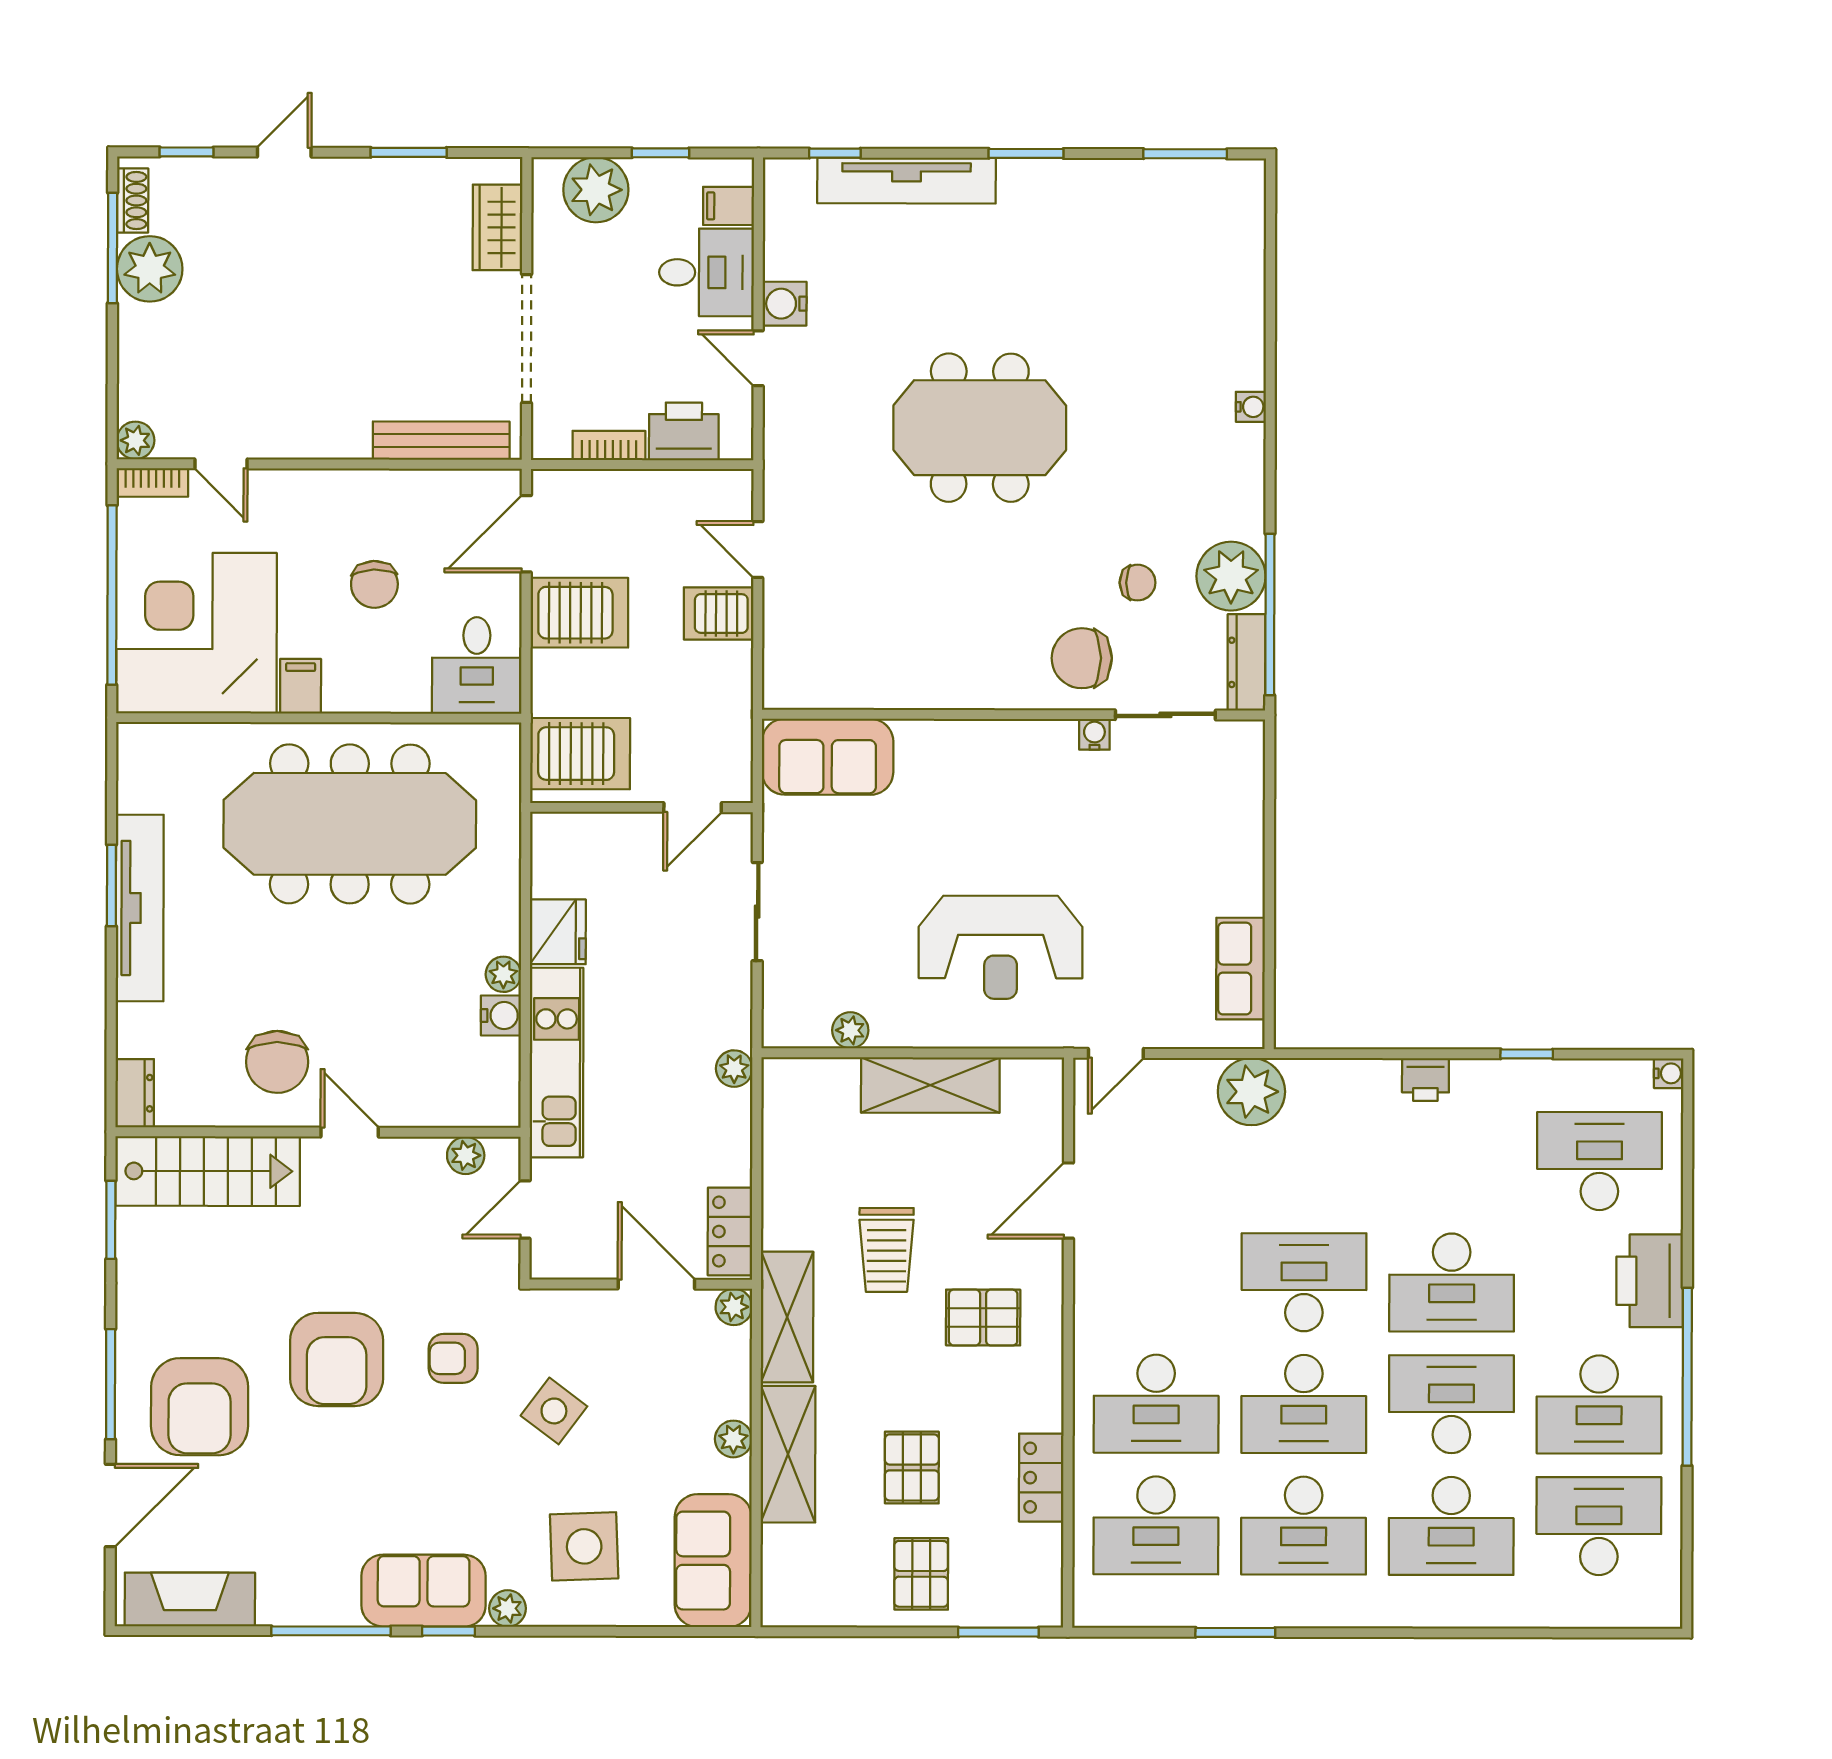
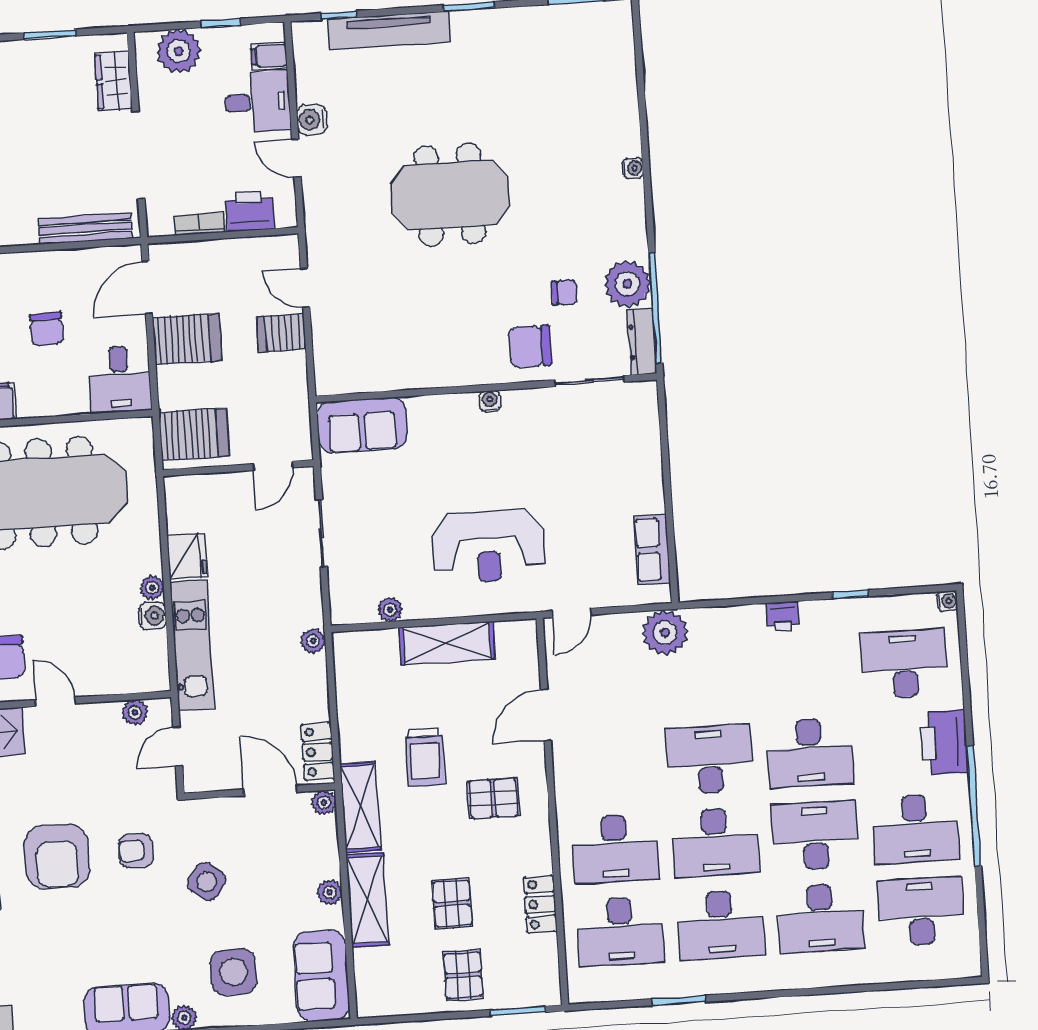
water cooler: (1094, 734) -> (490, 401), moved

